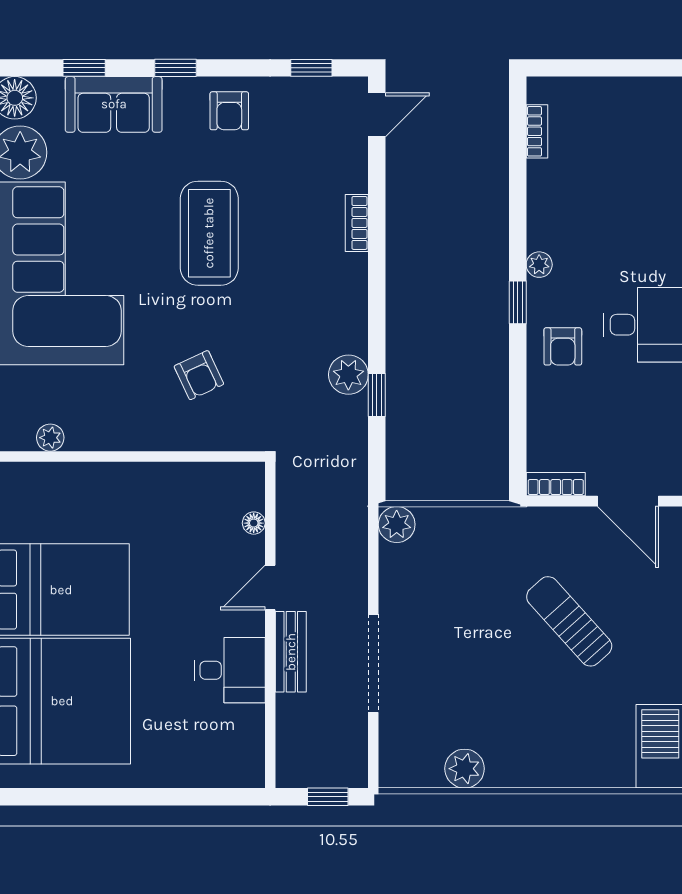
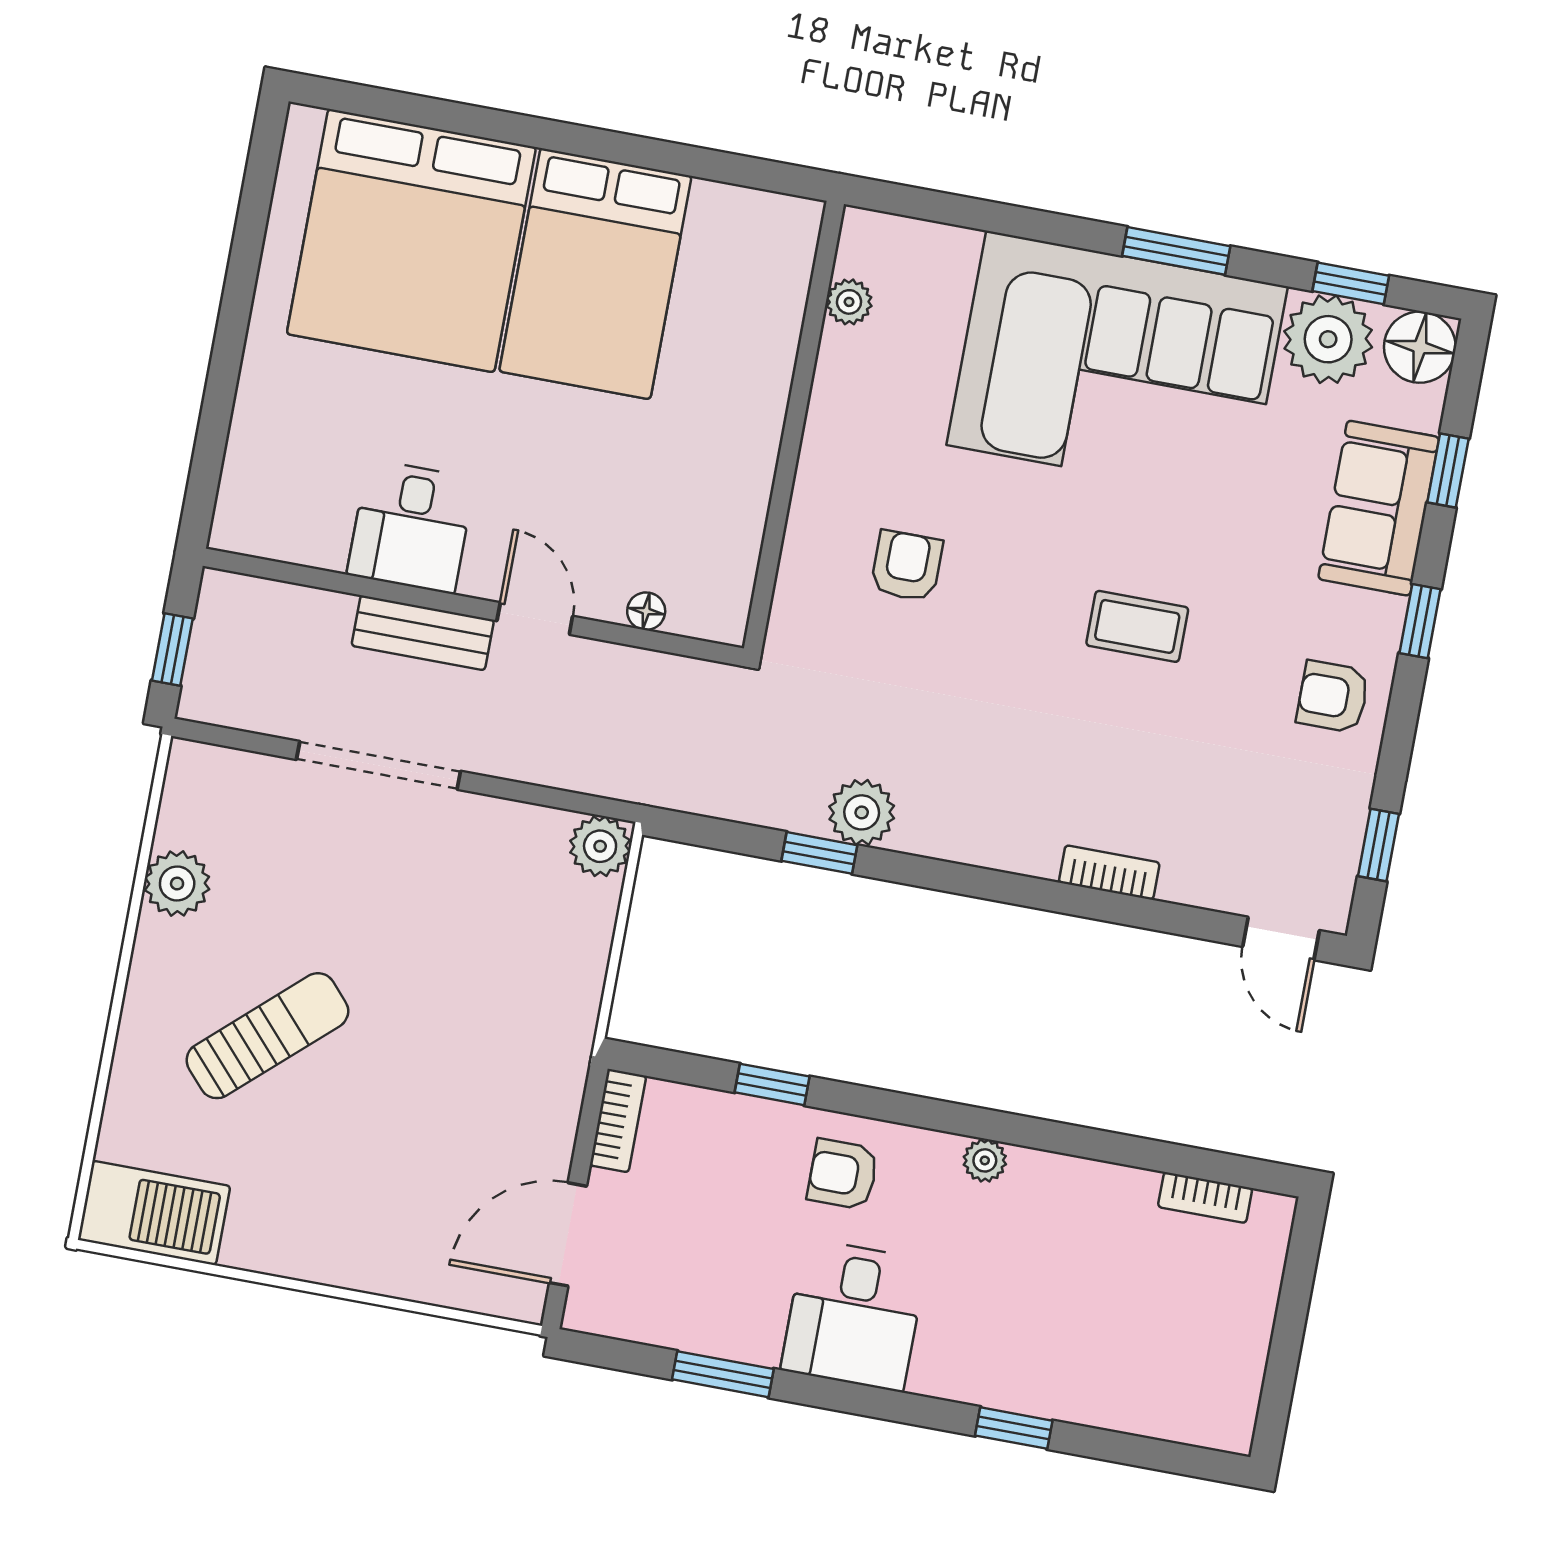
coffee table: (209, 233) -> (1137, 626), width x0.54, depth x0.58
window: (518, 302) -> (772, 1084), moved
armchair: (199, 375) -> (907, 566), turned 115
sun lounger: (569, 621) -> (267, 1036), moved

